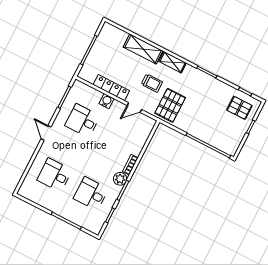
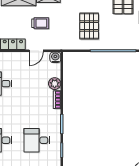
water cooler: (107, 101) -> (55, 57), moved
pallet: (170, 105) -> (89, 26), moved
plant: (120, 179) -> (55, 84), moved

